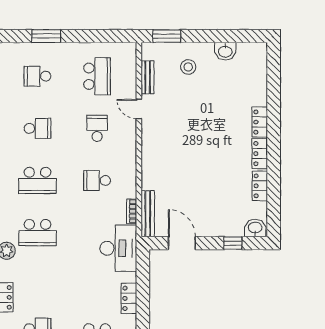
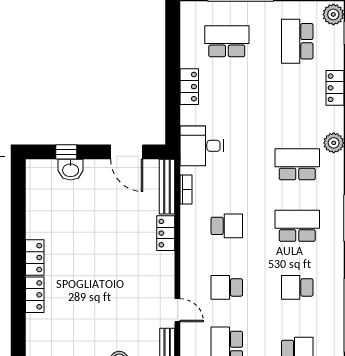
school desk: (97, 128) -> (227, 287), turned 90
locker: (260, 186) -> (166, 233), moved, turned 180
washbasin: (255, 228) -> (71, 170), moved
desk: (118, 248) -> (202, 146), width x0.73

